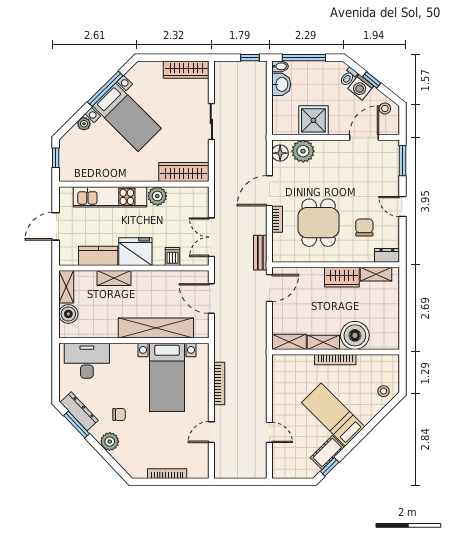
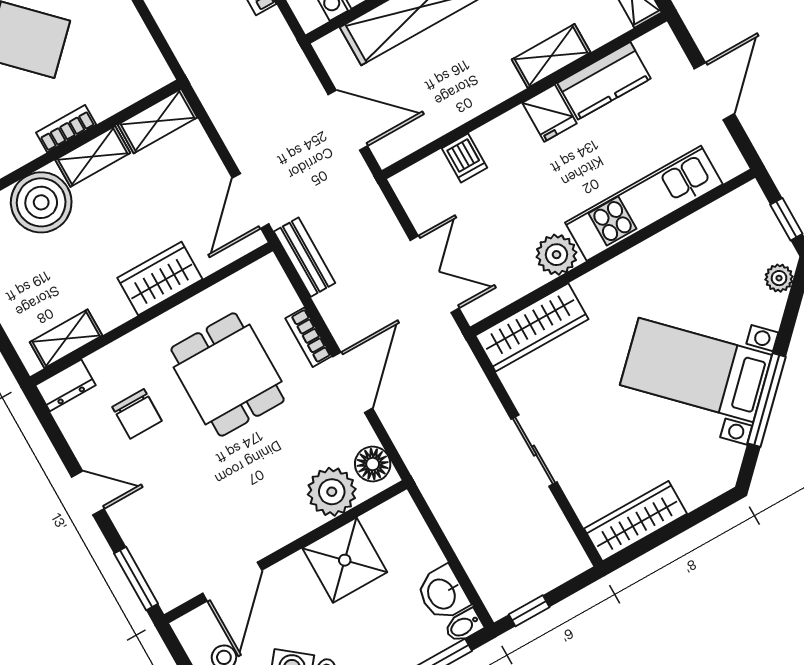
plant: (84, 124) -> (779, 278), moved
double door: (211, 237) -> (435, 274), moved
fridge: (135, 252) -> (549, 113), width x0.53, depth x0.75
wardrobe: (342, 277) -> (160, 278), moved
bookcase: (335, 360) -> (66, 129), width x0.64

